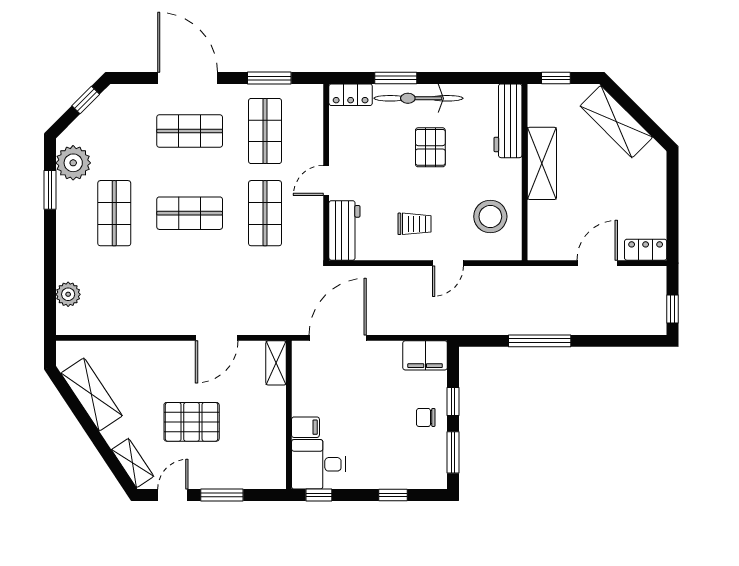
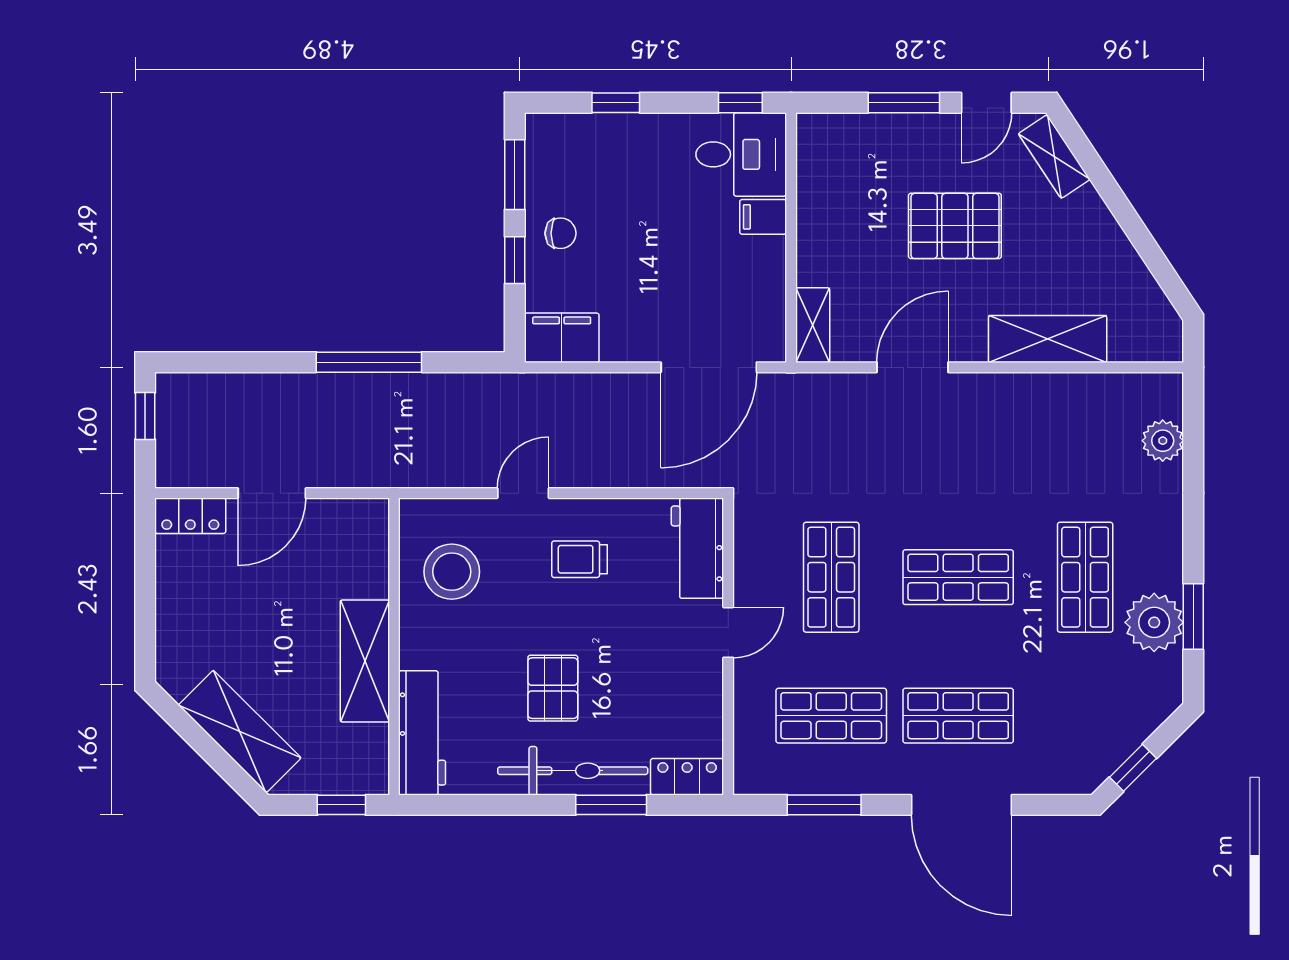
shop shelf: (265, 131) -> (831, 716), turned 90
plant: (73, 163) -> (1154, 622), moved
shelving: (92, 394) -> (1048, 339), moved, turned -57

